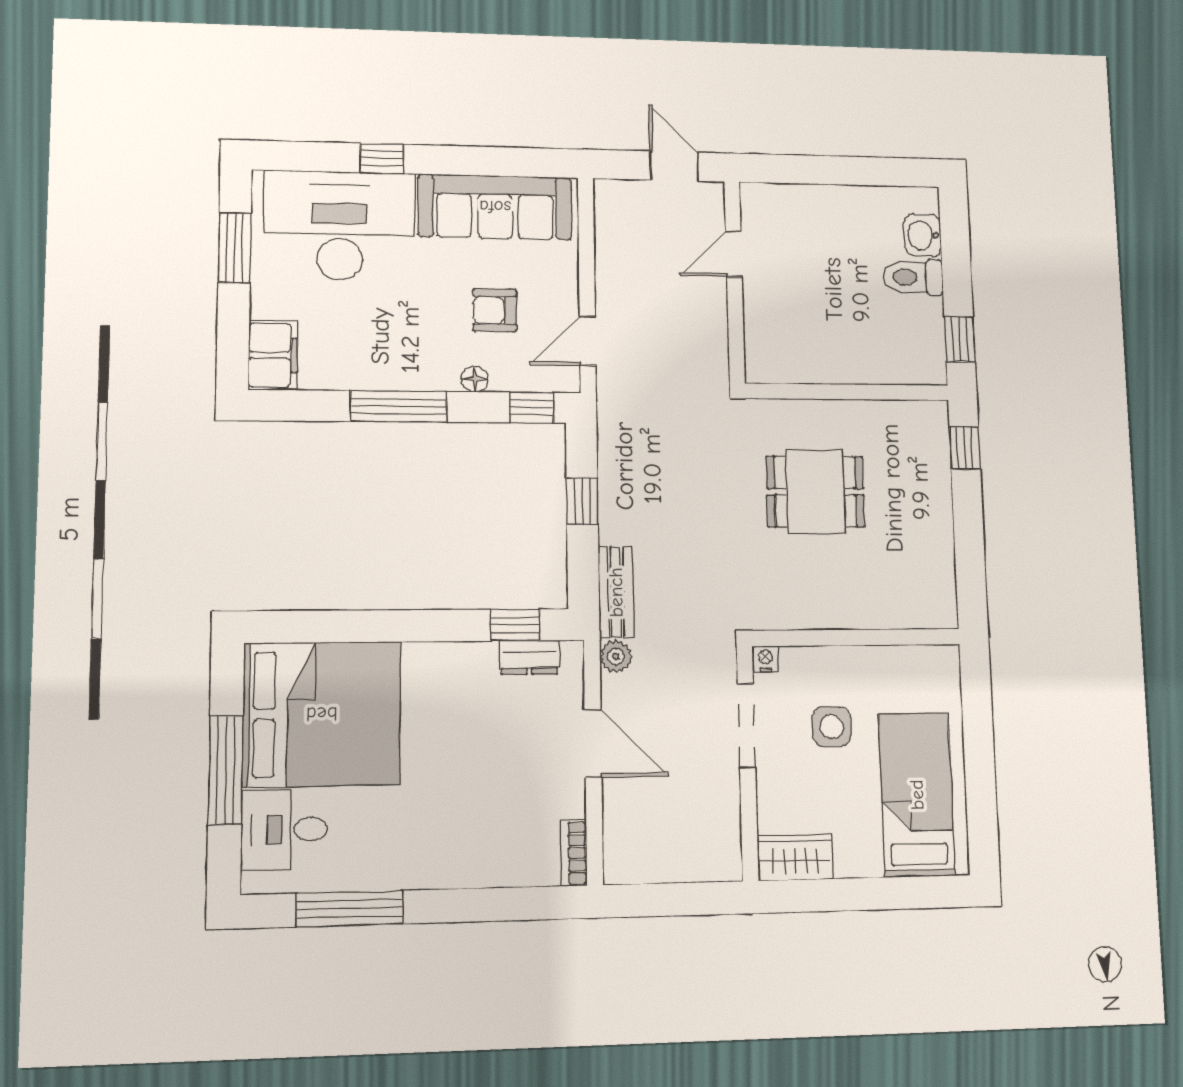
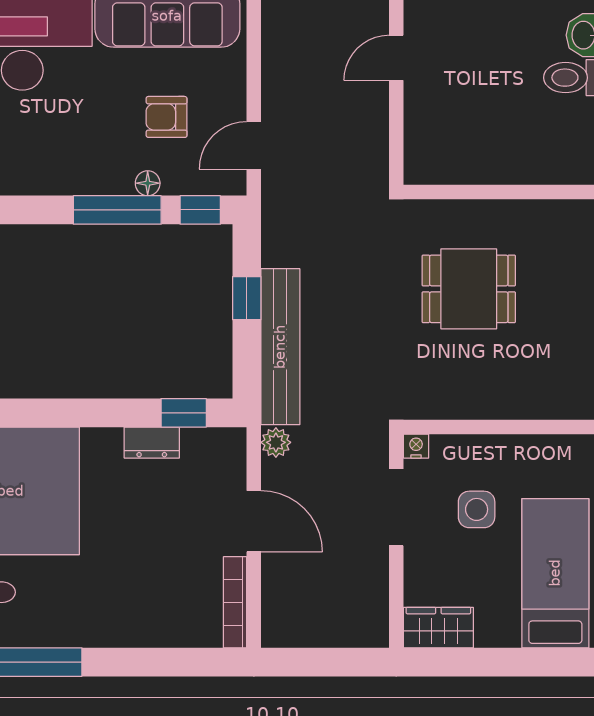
window: (399, 406) -> (117, 210), moved
bench: (616, 592) -> (280, 347), width x1.86, depth x1.21
dresser: (529, 657) -> (152, 443), moved
bookcase: (574, 853) -> (235, 602), width x1.56

